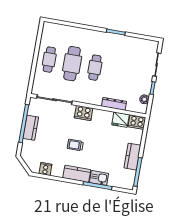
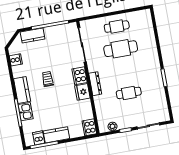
cafe table: (95, 68) -> (129, 93), moved
dresser: (114, 104) -> (95, 84), moved
fridge: (120, 120) -> (82, 92), moved
kitchen counter: (31, 128) -> (33, 35), moved
dishwasher: (129, 175) -> (39, 138), added

